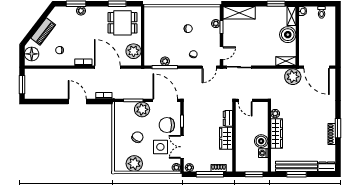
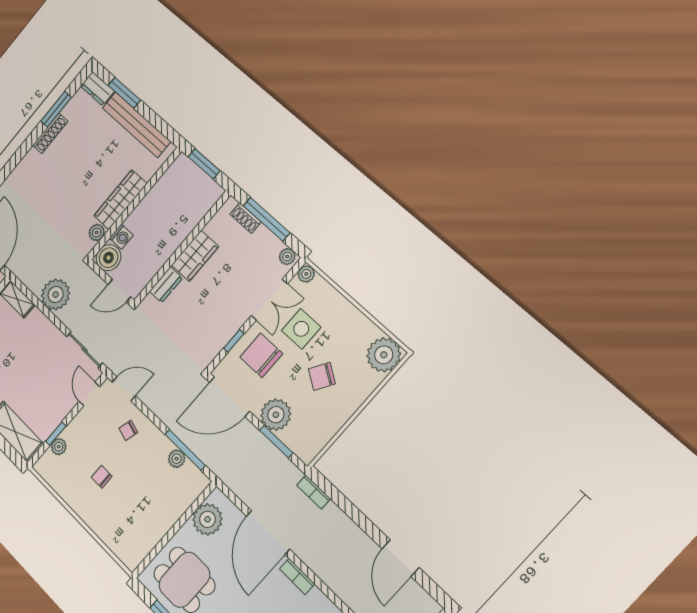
door: (222, 53) -> (89, 394), hinge flipped
plant: (293, 77) -> (56, 295), moved
door: (165, 100) -> (230, 397), hinge flipped
door: (245, 100) -> (119, 291), swing flipped
door: (77, 101) -> (401, 558), moved
chair: (167, 125) -> (261, 355), turned 180
window: (338, 128) -> (56, 109), moved
boiler: (261, 141) -> (109, 258), moved
washing machine: (263, 153) -> (121, 237), moved
plant: (134, 164) -> (384, 355), moved
window: (296, 174) -> (124, 93), moved

